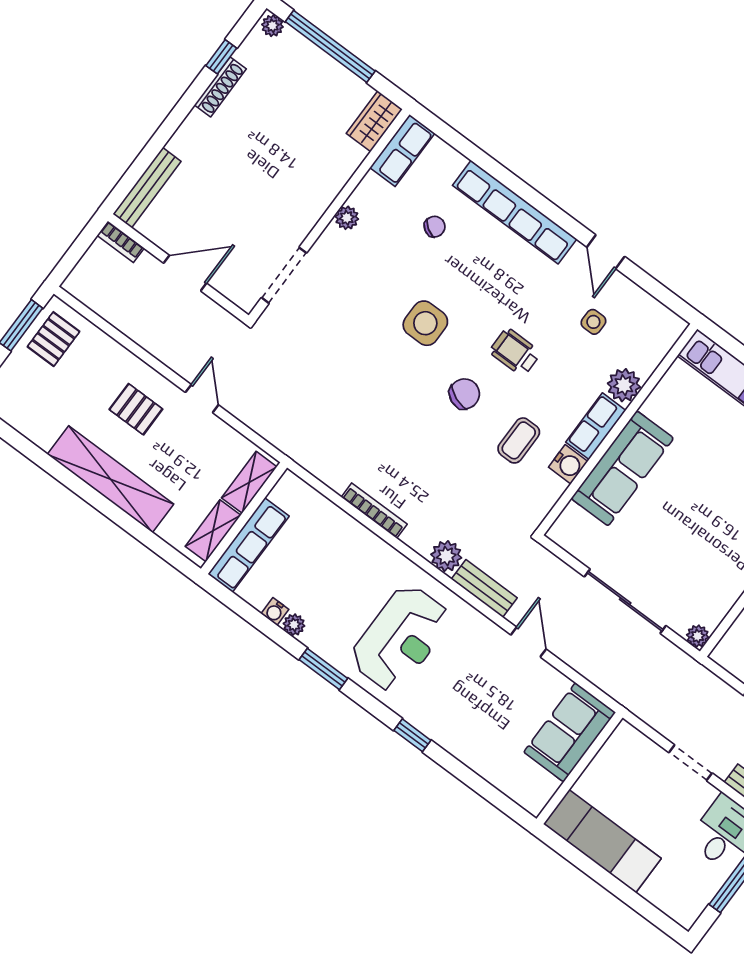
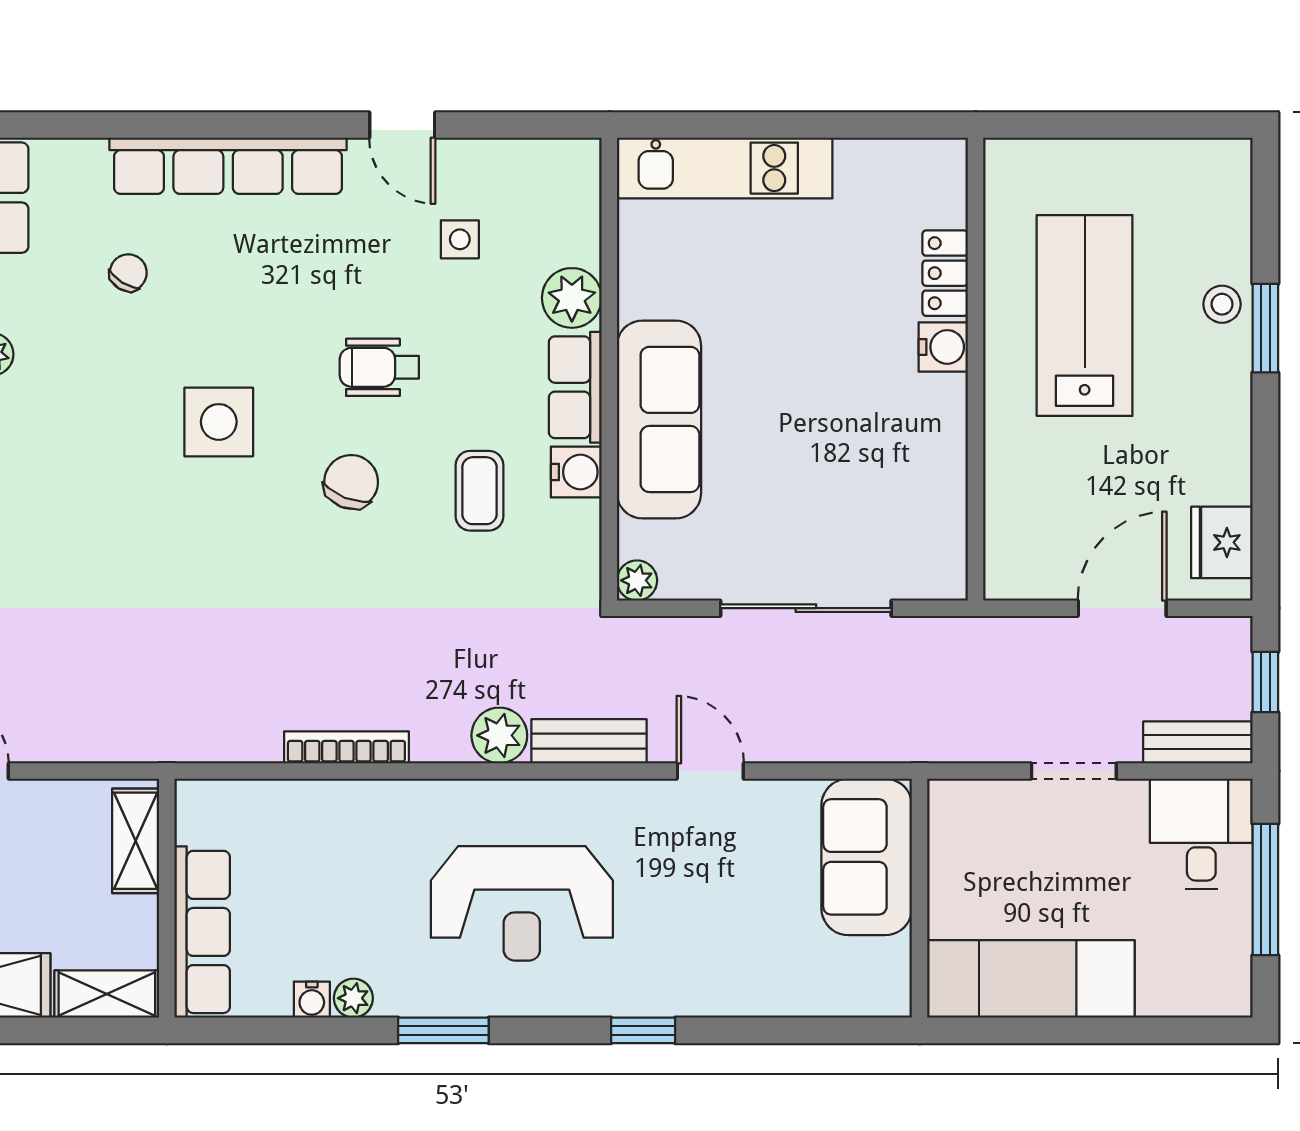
shelving: (213, 531) -> (107, 994), moved, turned 90
plant: (698, 636) -> (637, 580), moved
reception desk: (401, 638) -> (522, 903), turned 90

